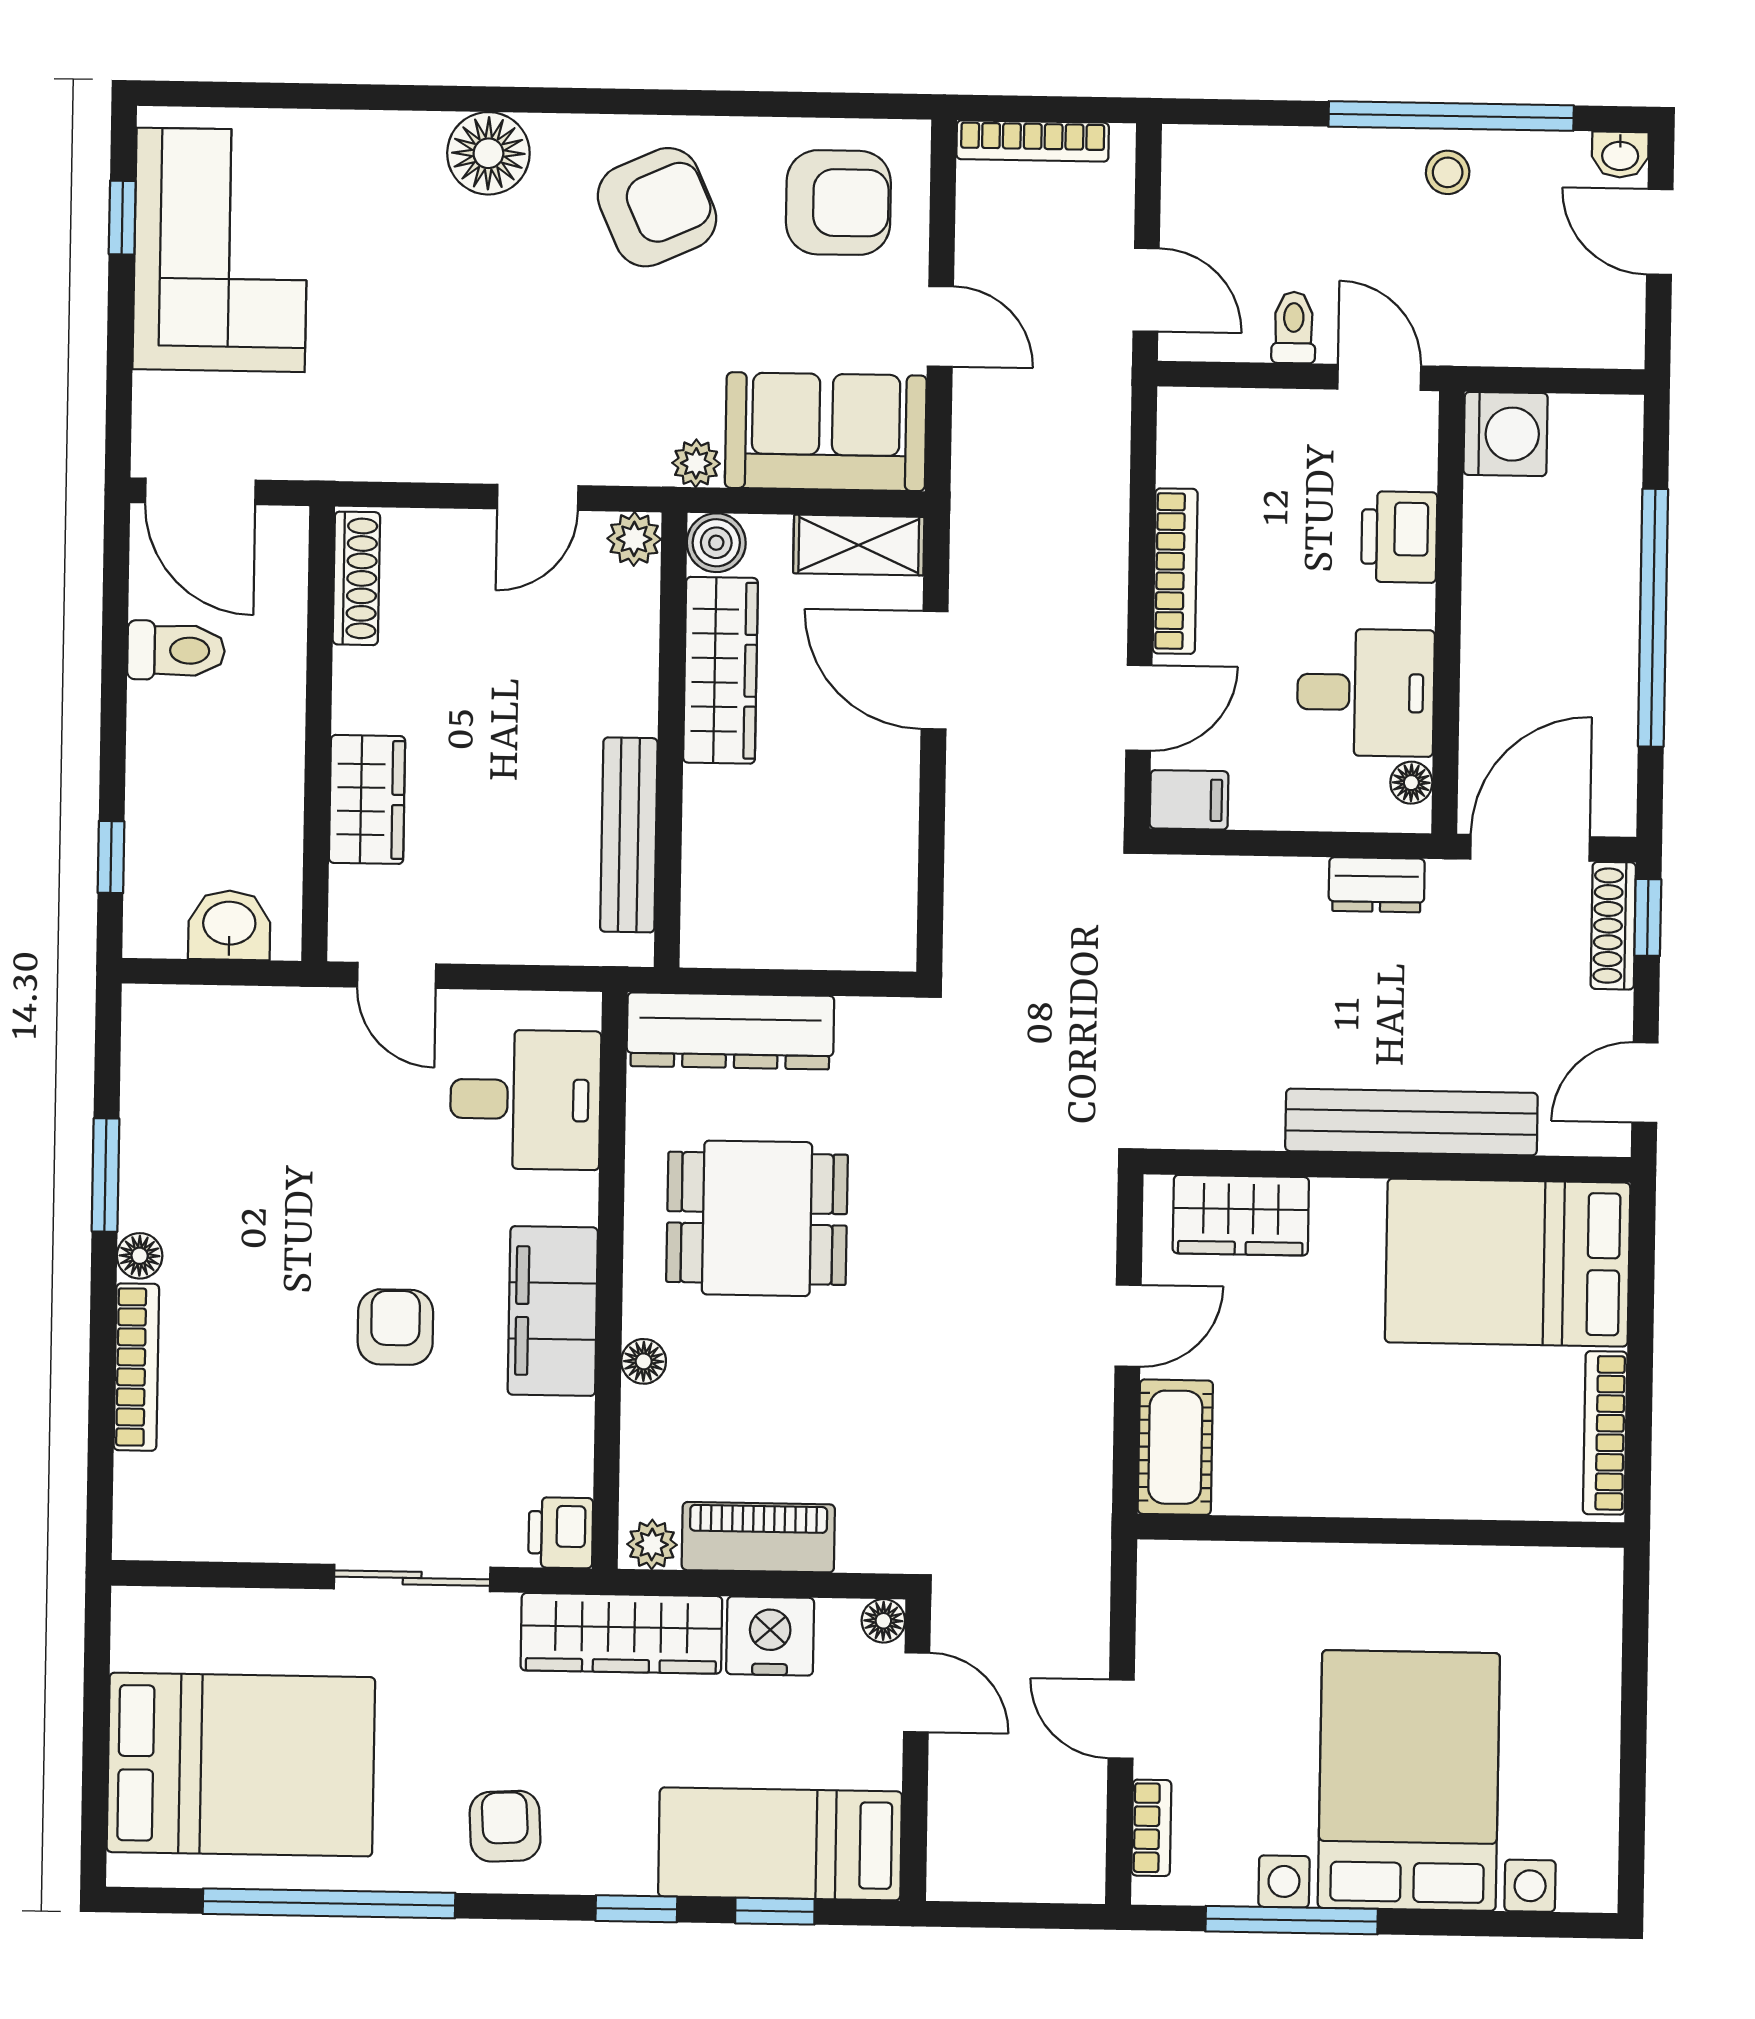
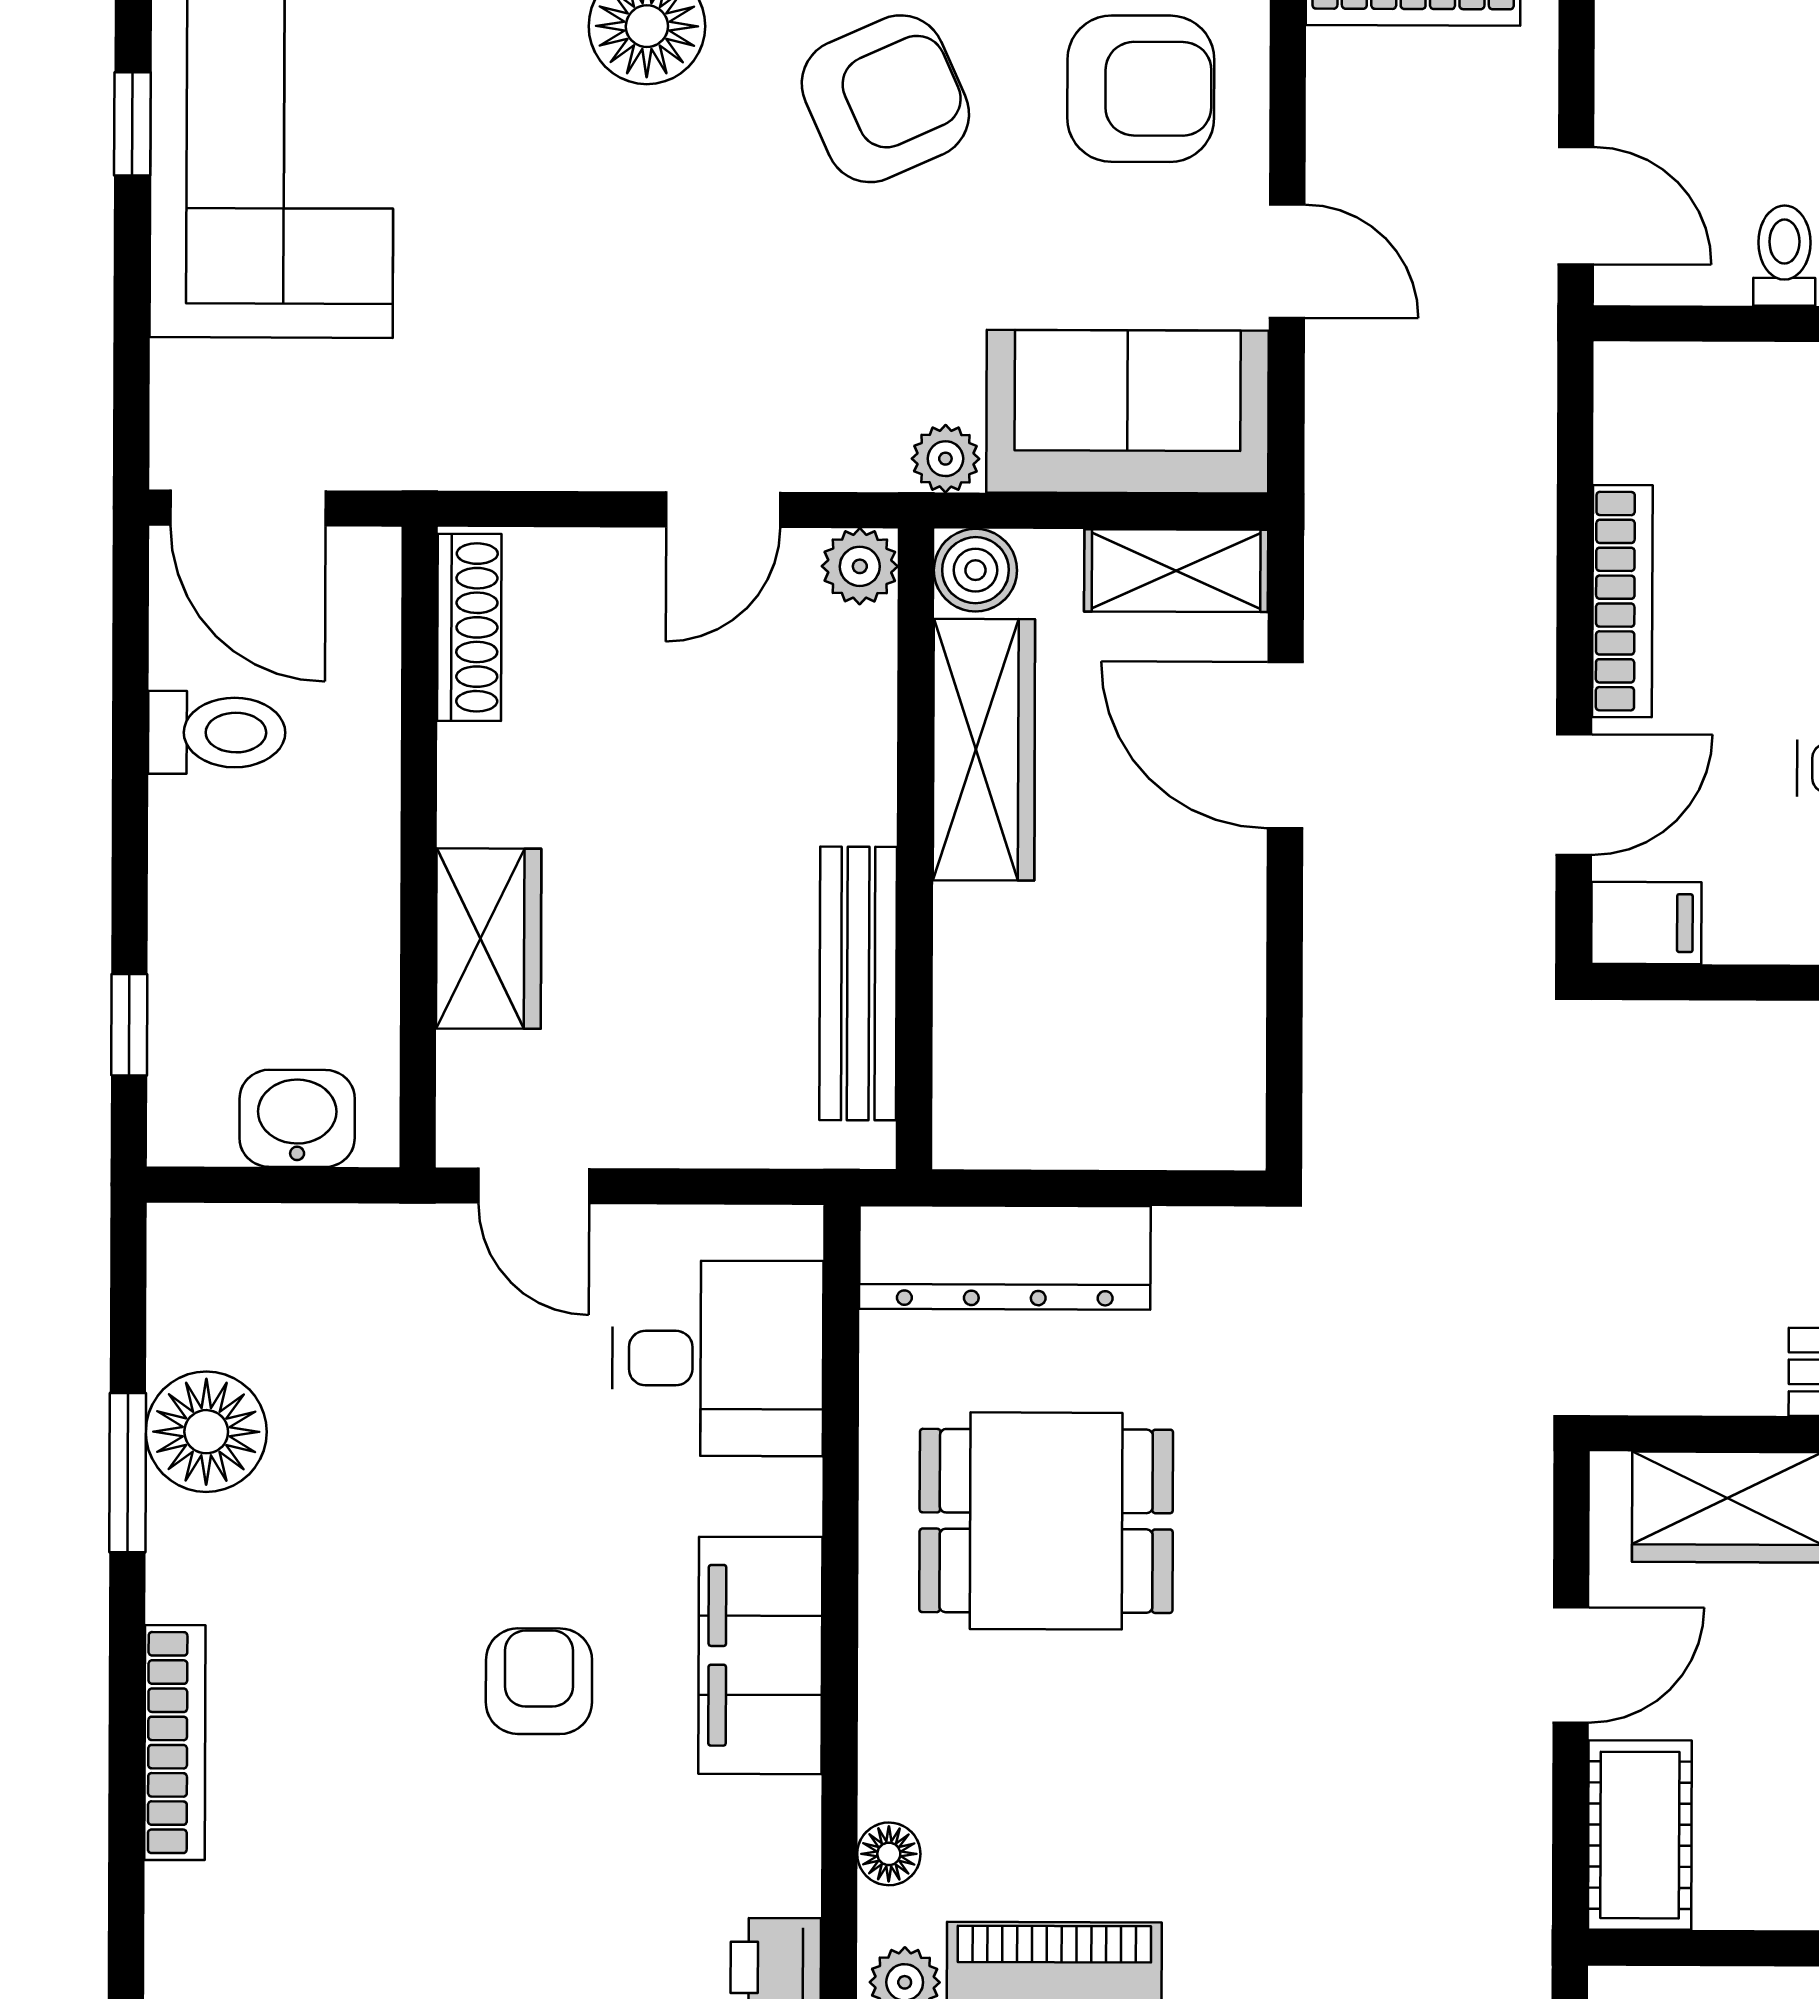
floor lamp: (140, 1256) -> (206, 1432), moved, width x1.89, depth x1.89
floor lamp: (644, 1361) -> (889, 1854), moved

